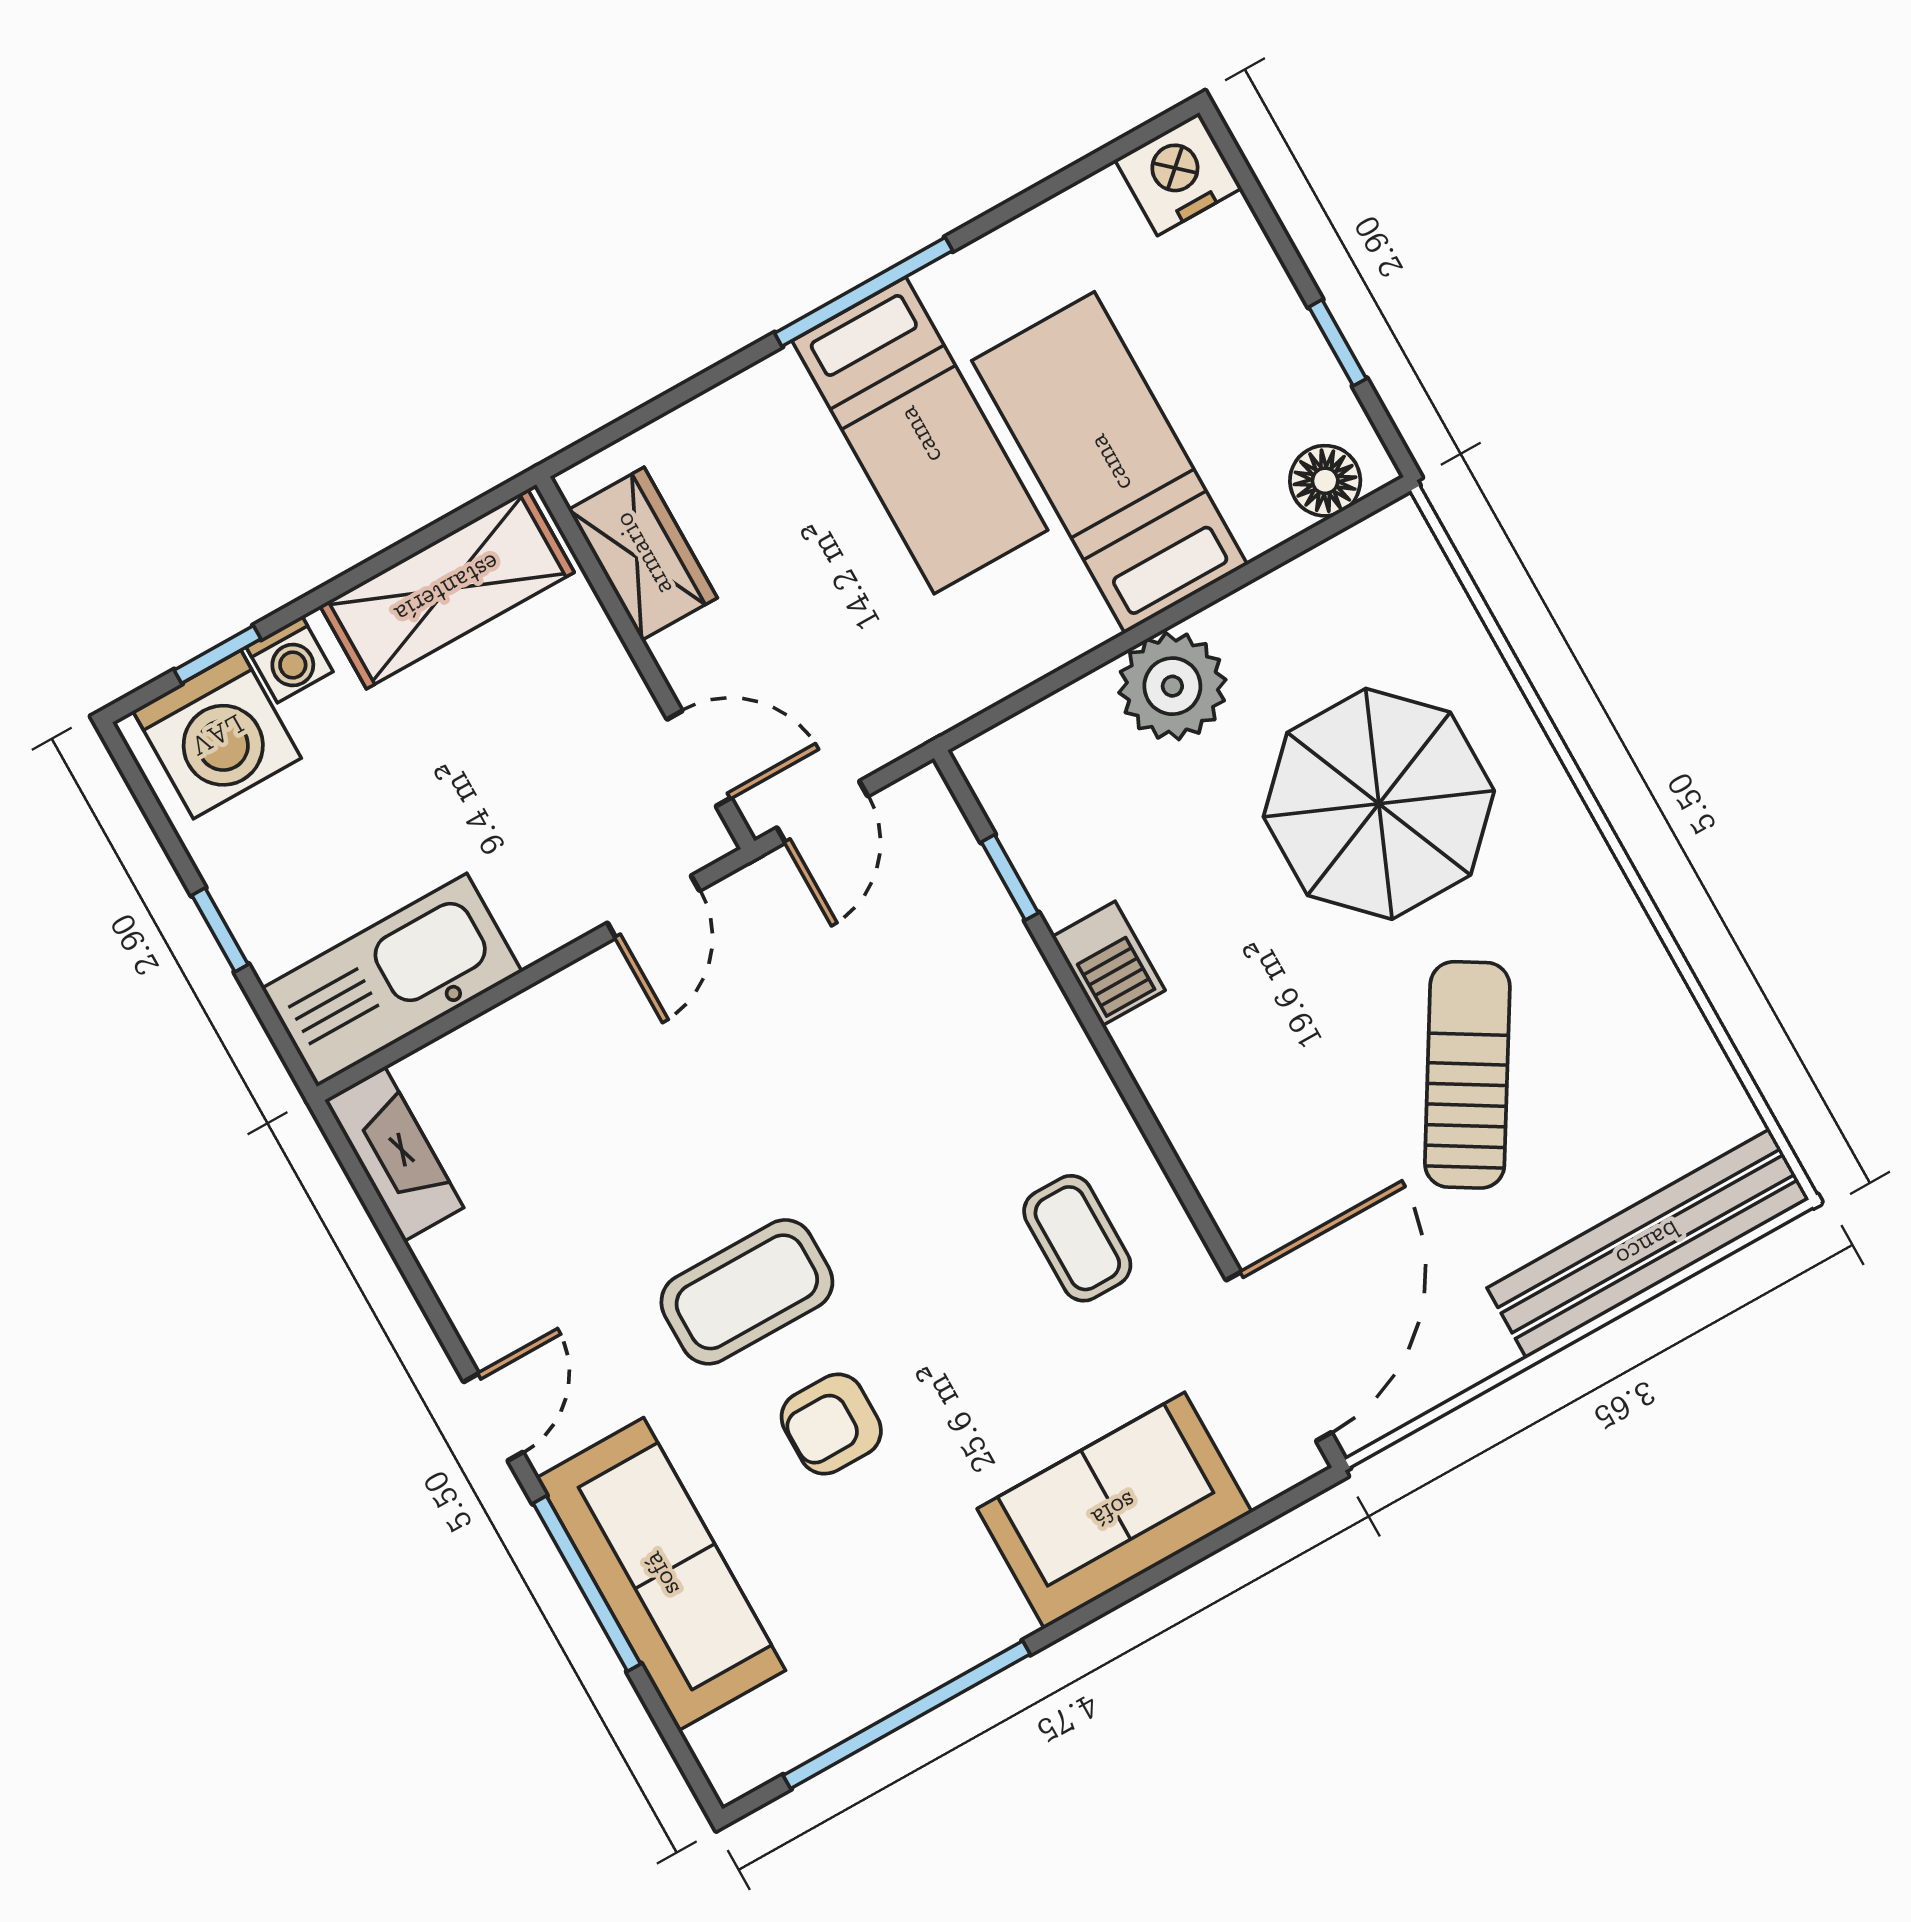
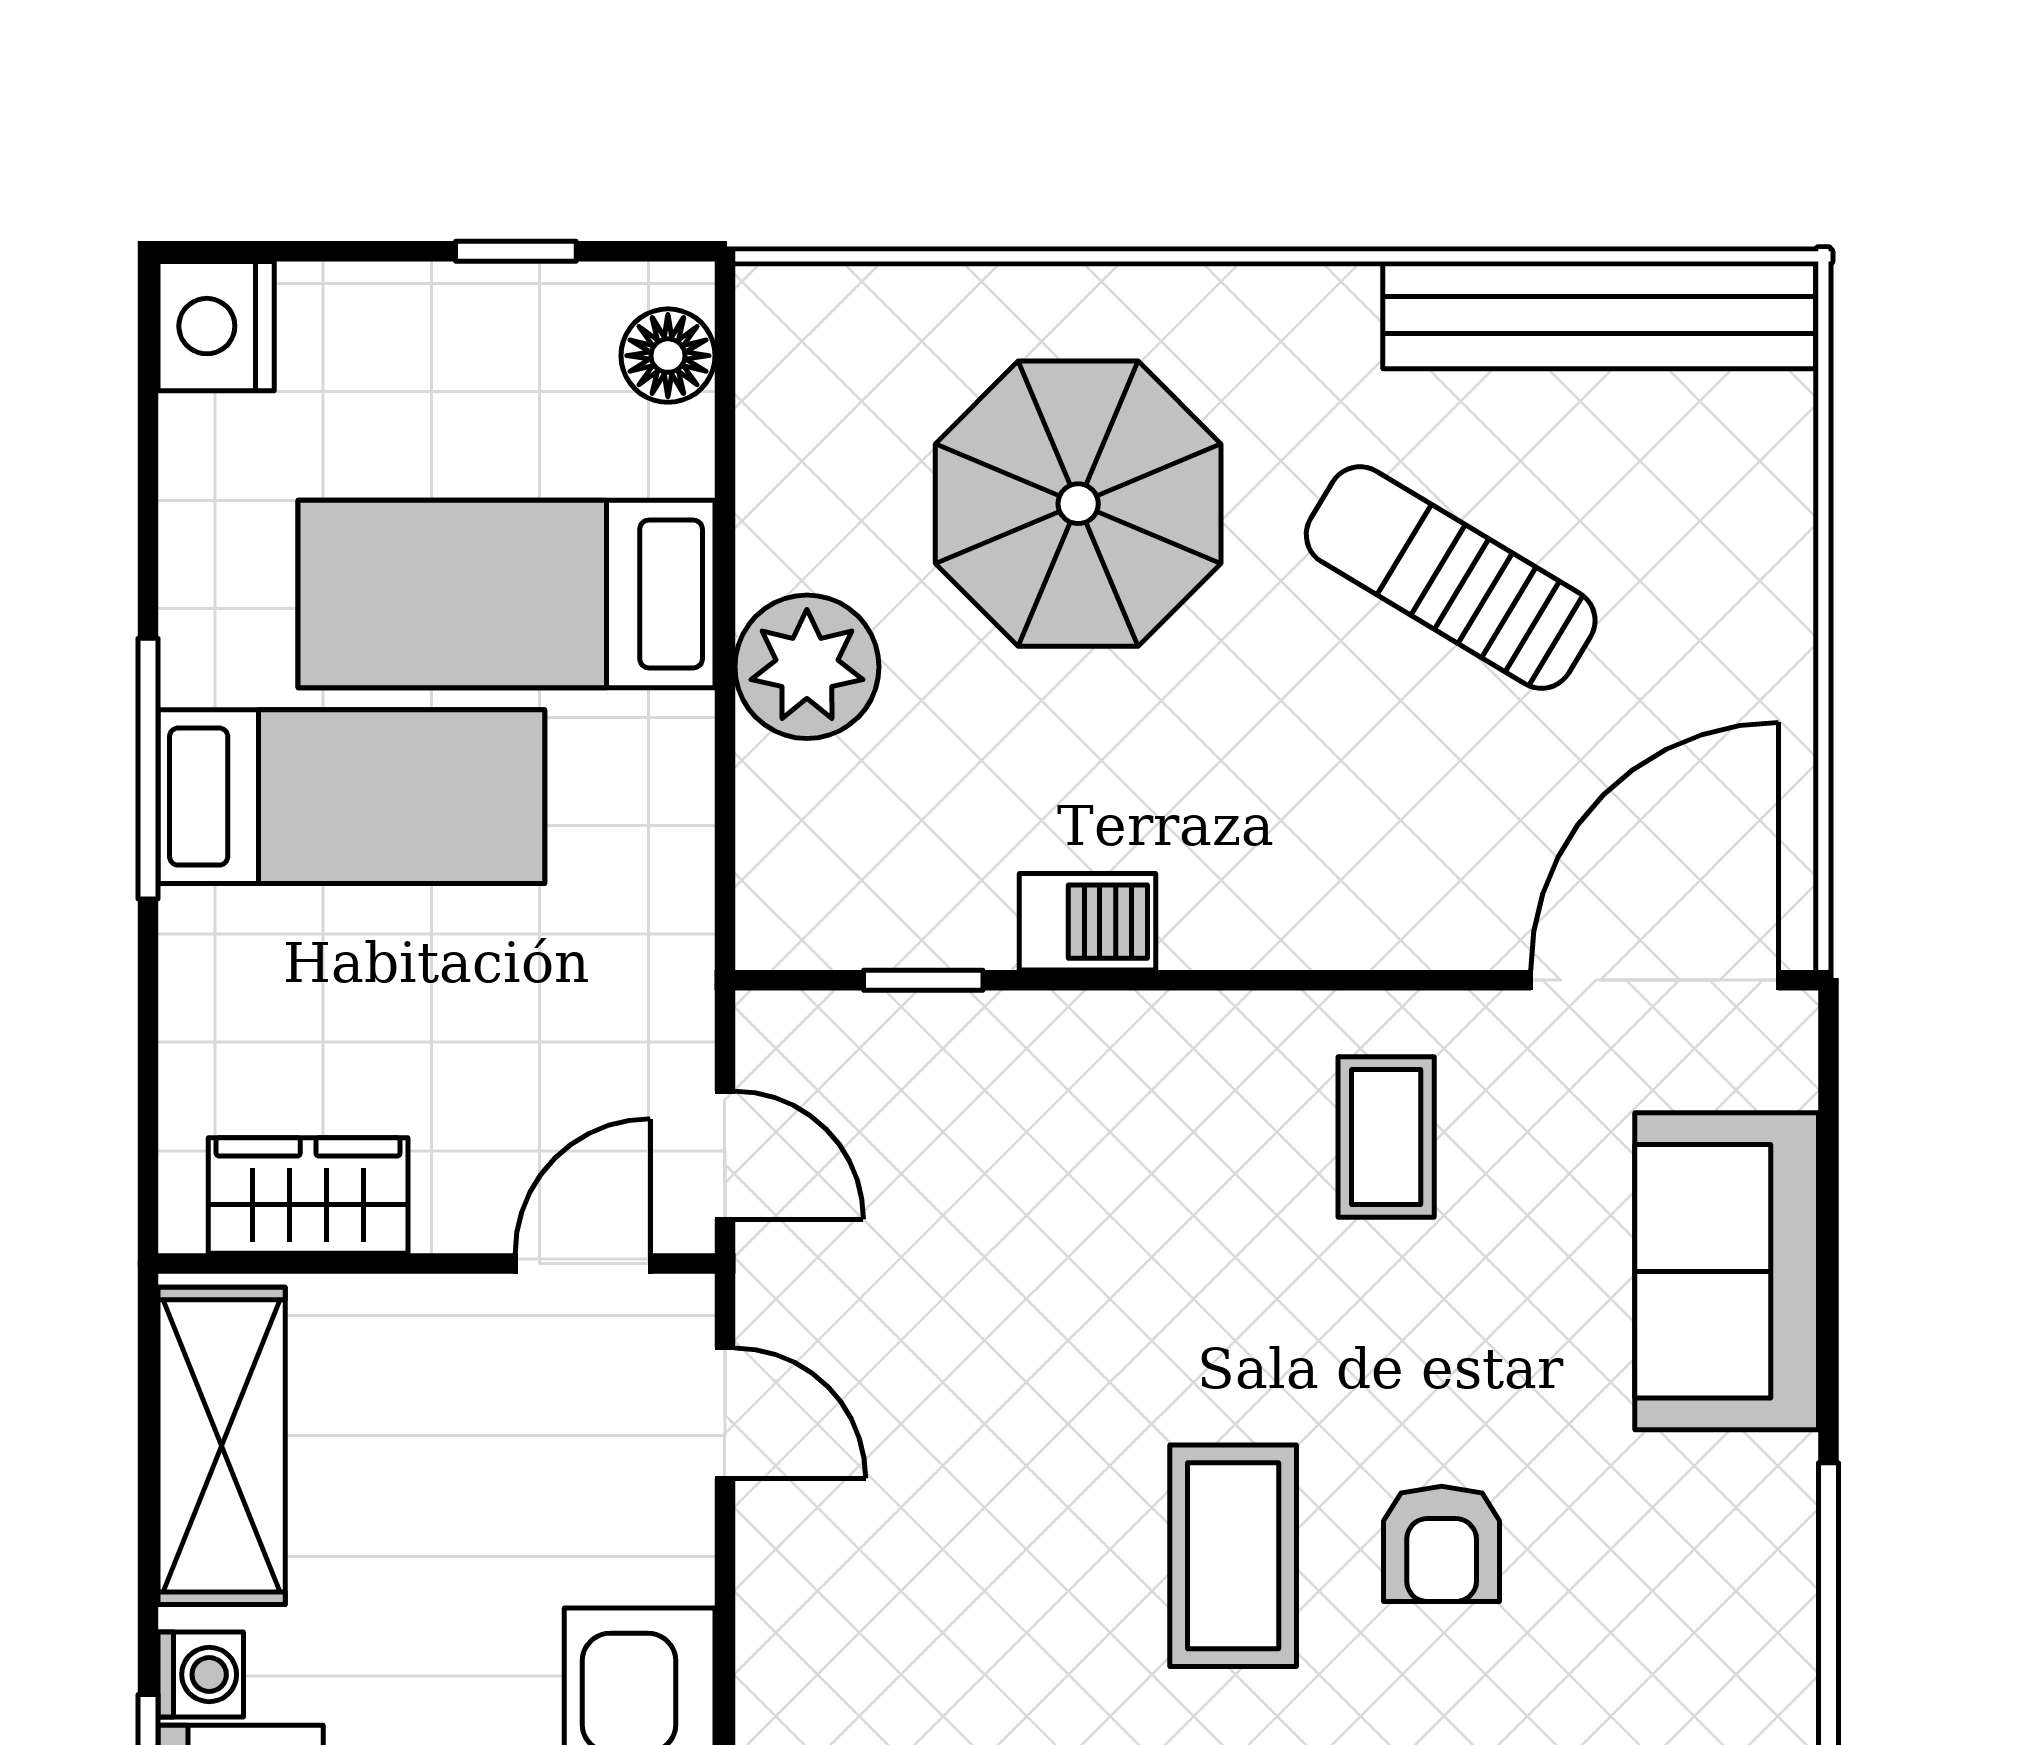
coffee table: (1077, 1238) -> (1386, 1137), turned 90
bench: (1648, 1244) -> (1599, 315), moved, turned 90
door: (1279, 1356) -> (1655, 980), hinge flipped

